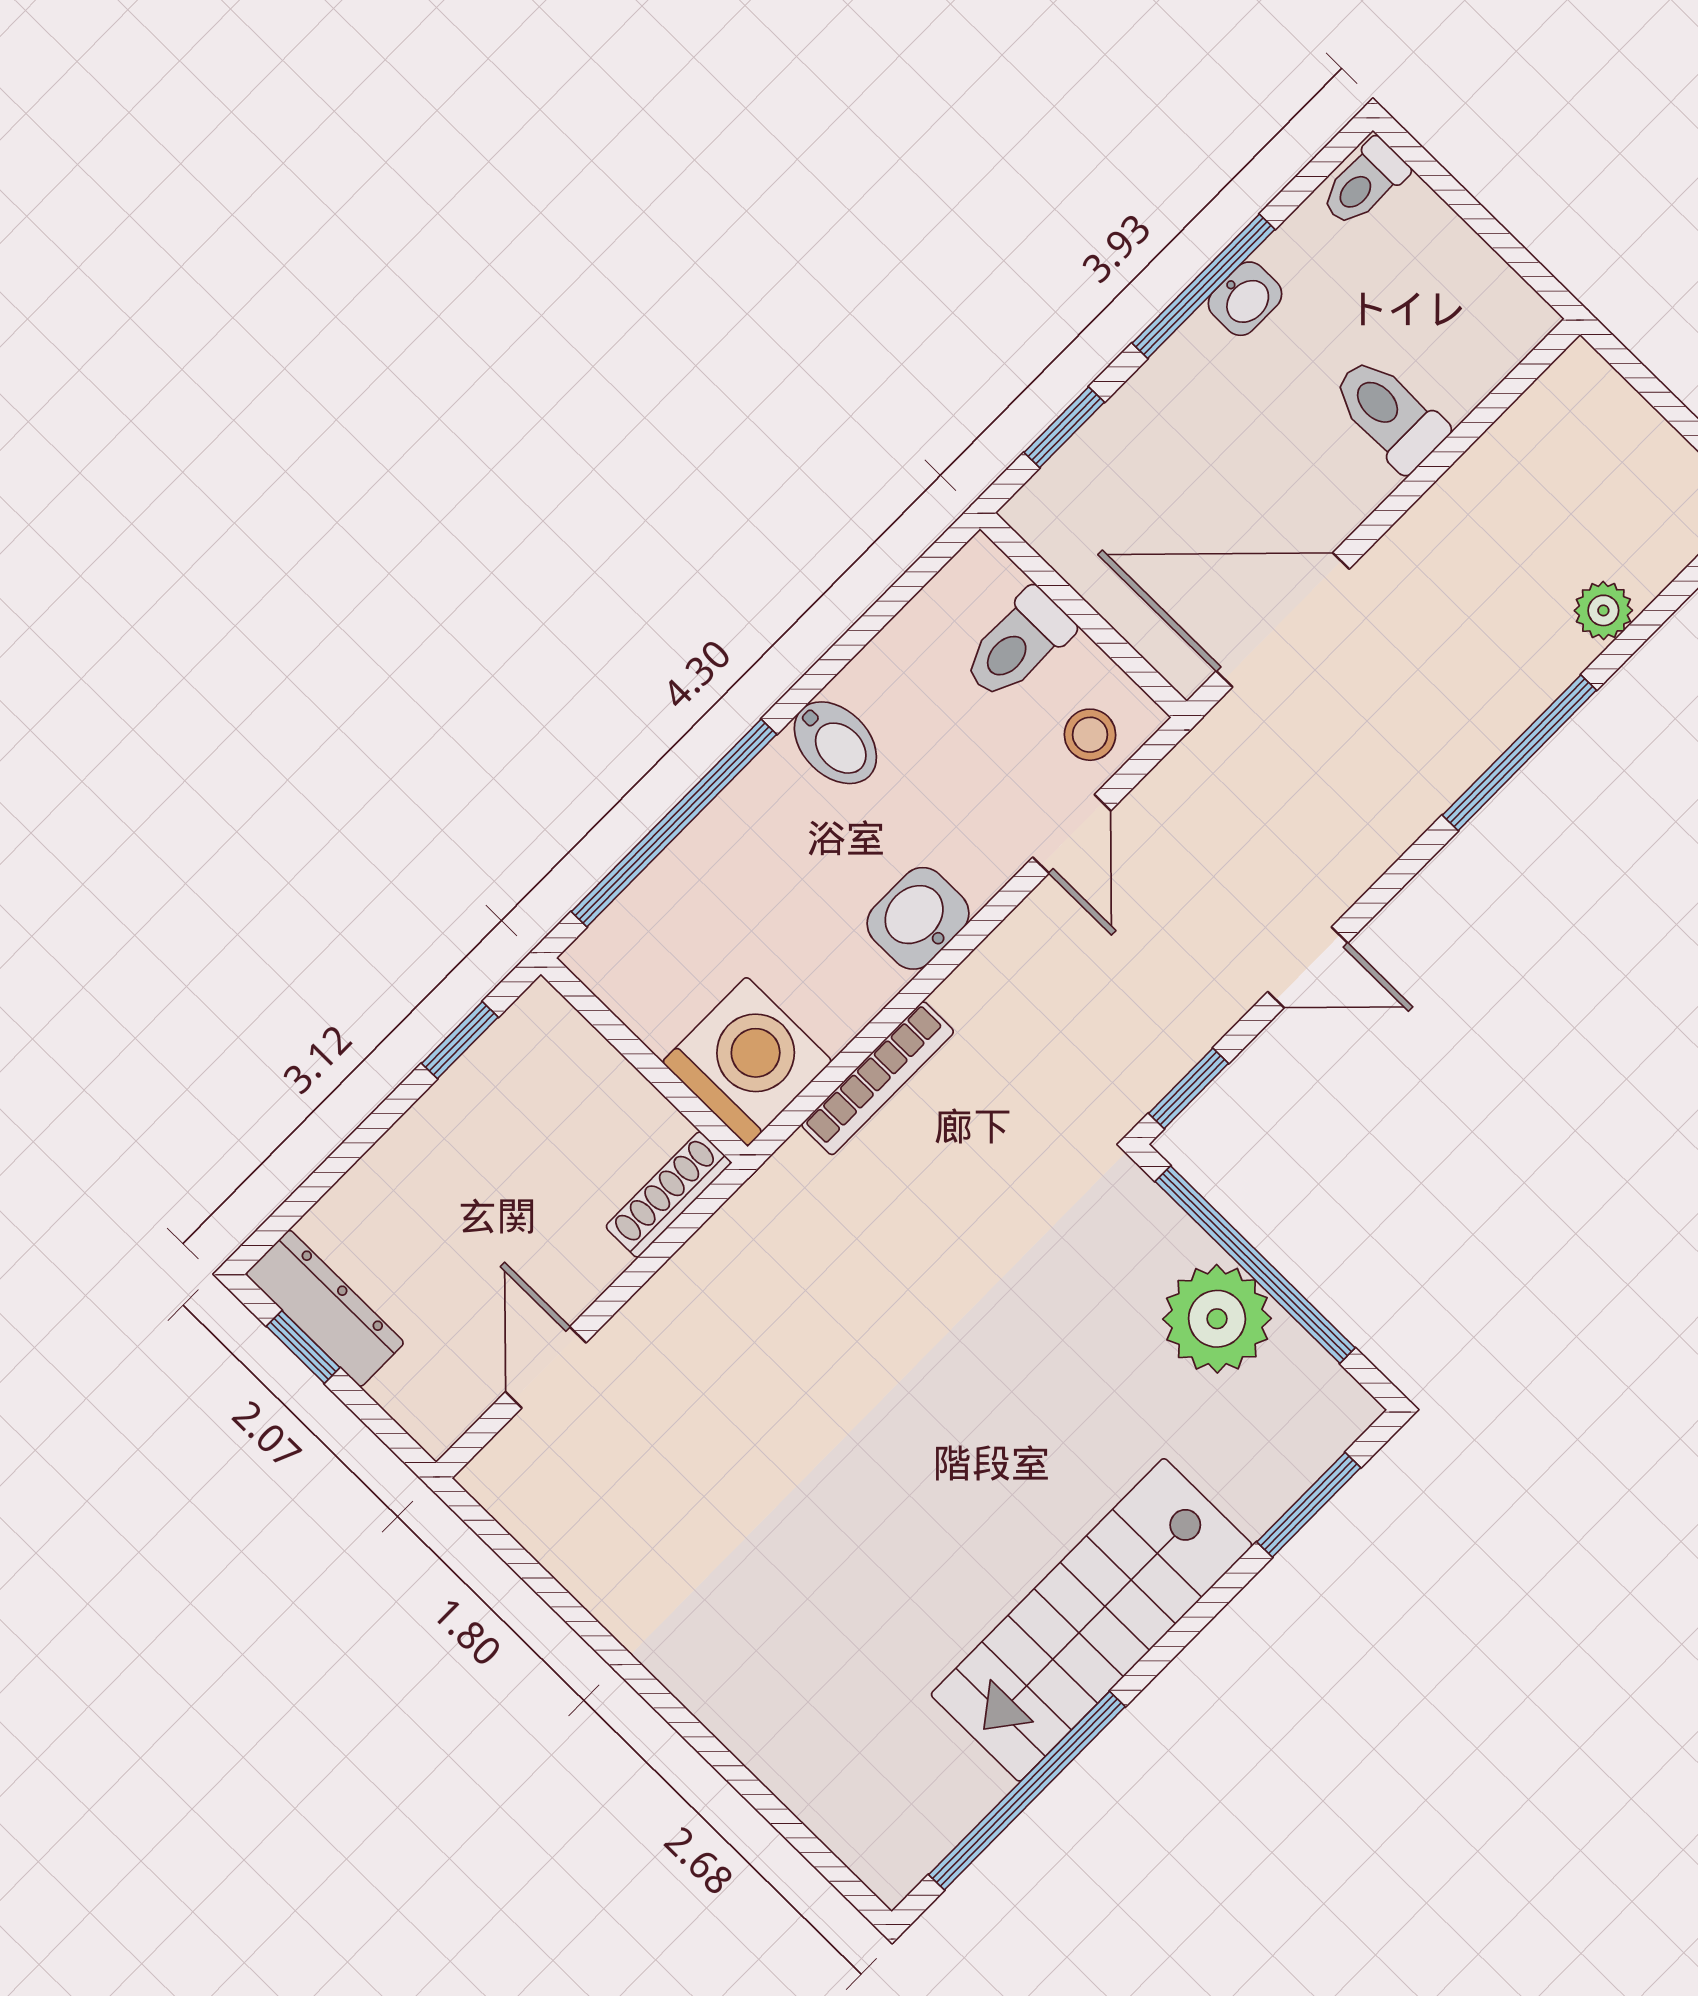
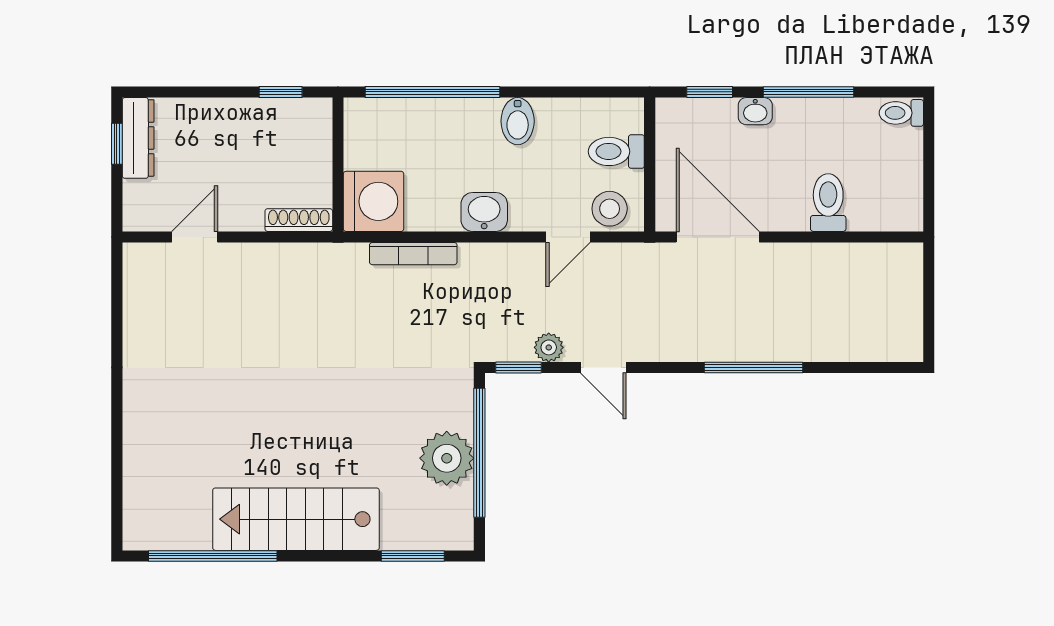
washbasin: (1245, 299) -> (755, 111), moved
plant: (1603, 610) -> (549, 347), moved
stool: (1090, 735) -> (610, 209), width x1.37, depth x1.37

